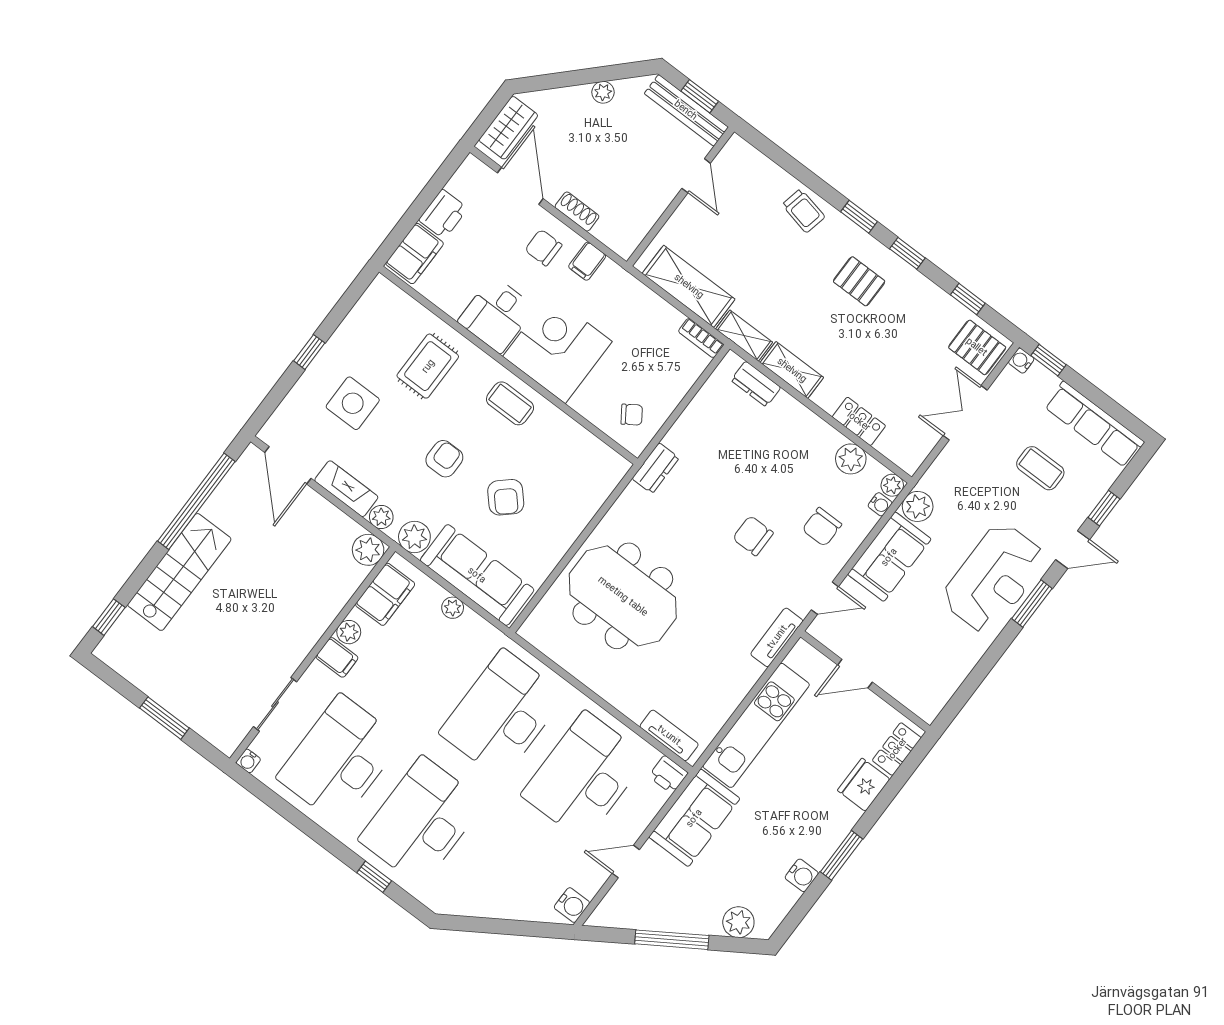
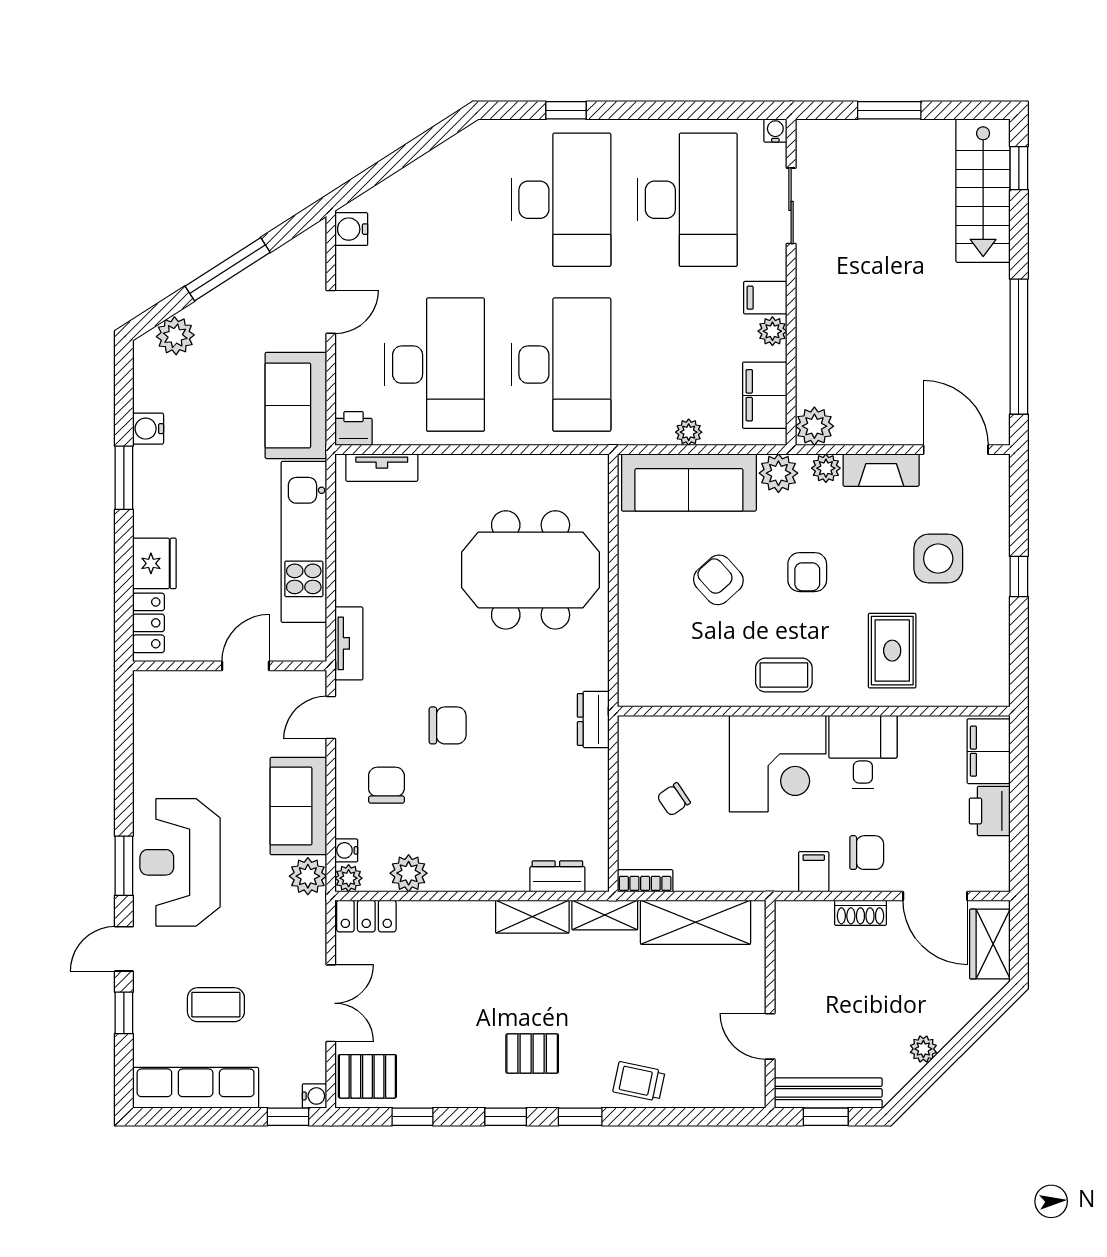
chair: (632, 415) -> (674, 799), moved
locker: (859, 421) -> (366, 916), moved
stairs: (179, 572) -> (983, 191), moved

